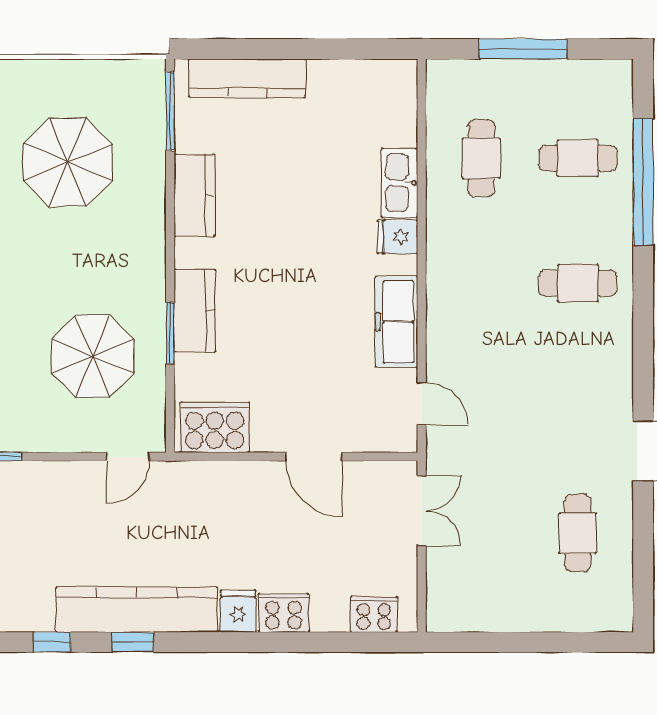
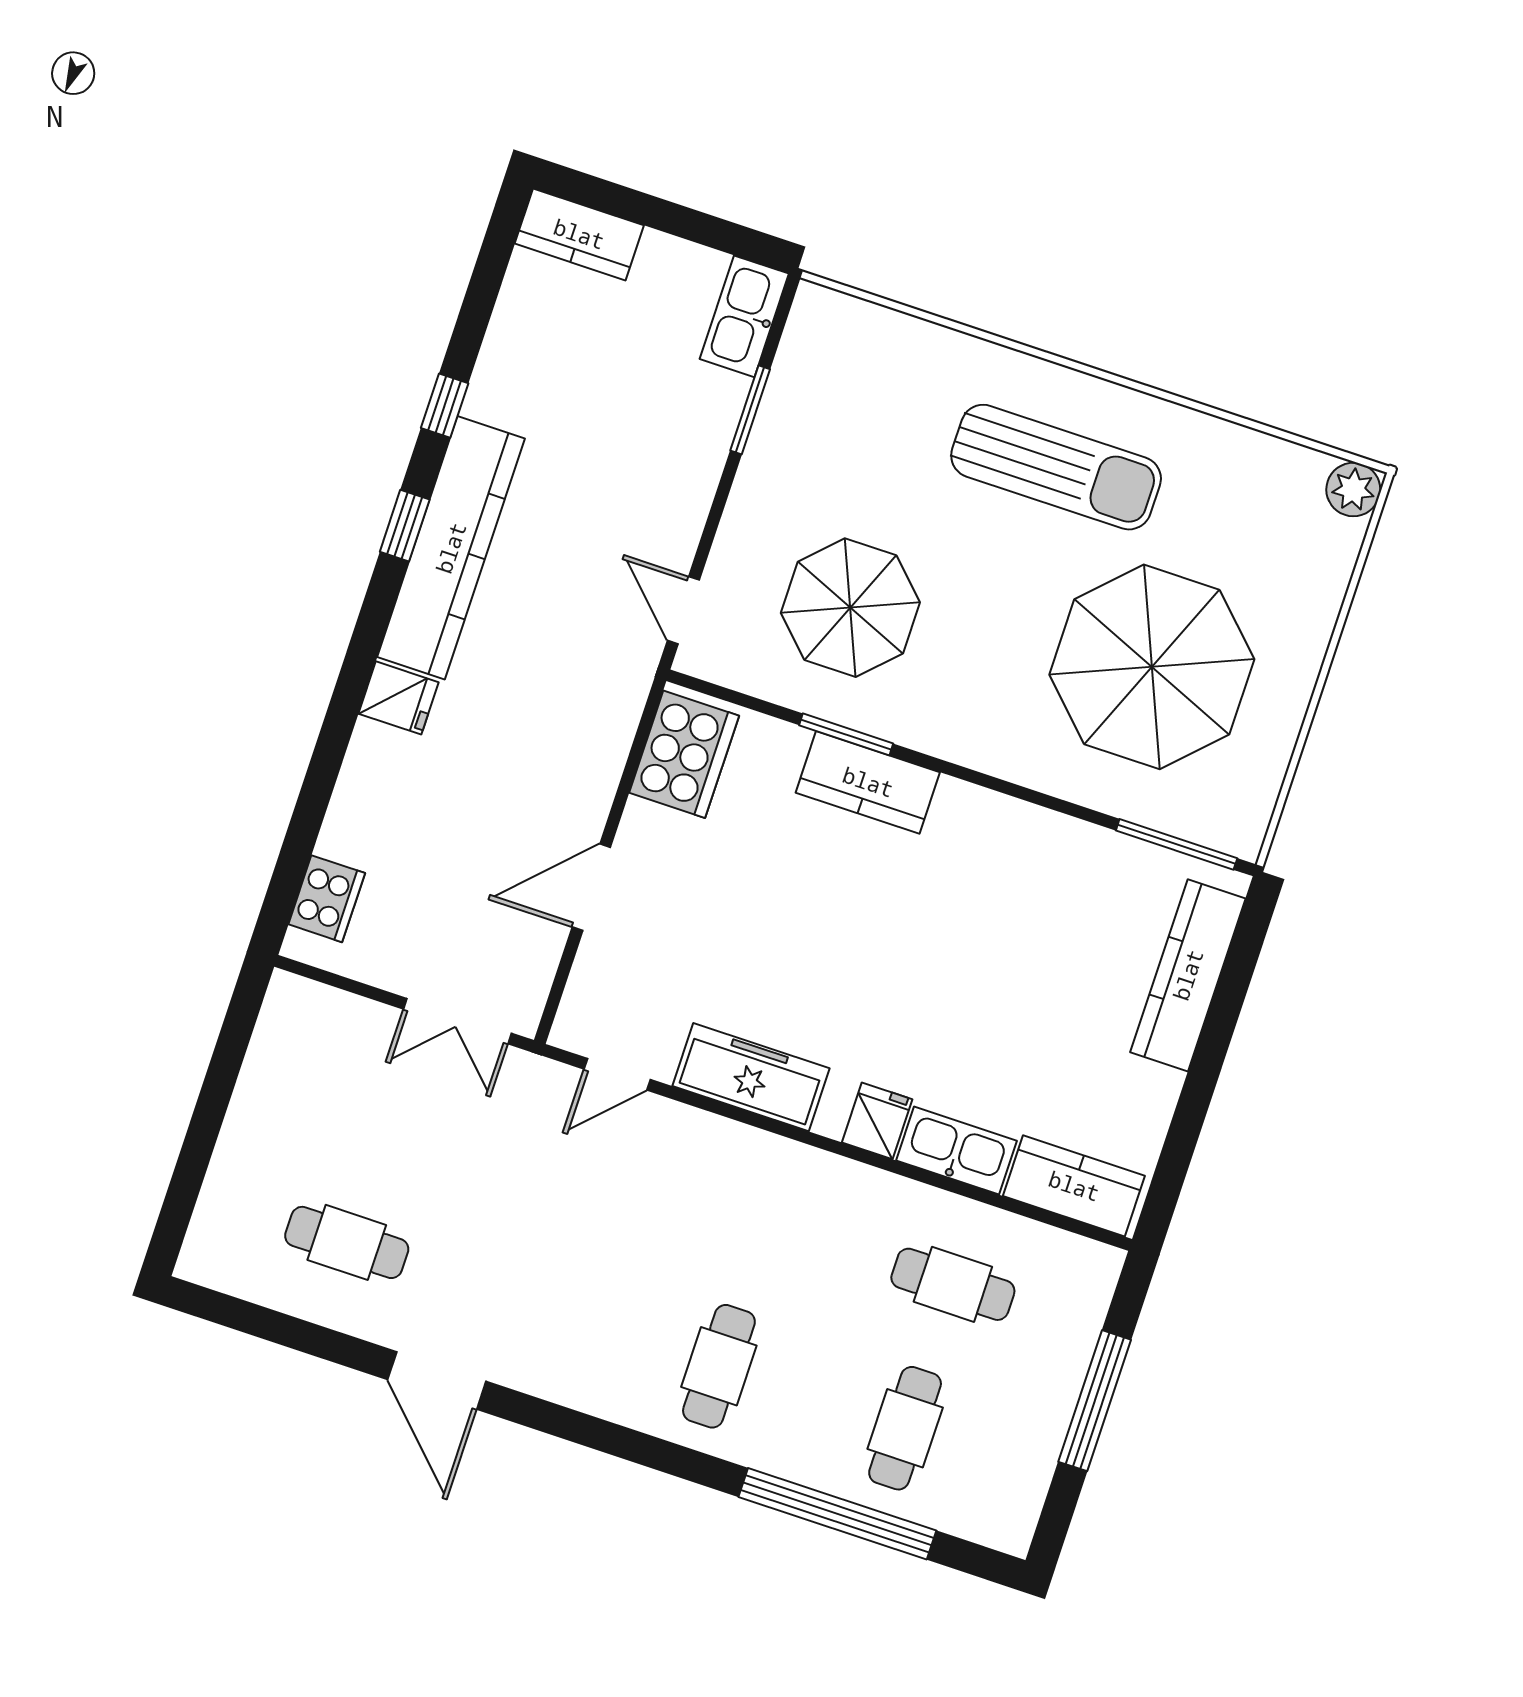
parasol: (68, 162) -> (1152, 667), width x1.36, depth x1.36
kitchen counter: (195, 195) -> (1074, 1186), moved, turned 180
cooker: (284, 613) -> (374, 765), removed

